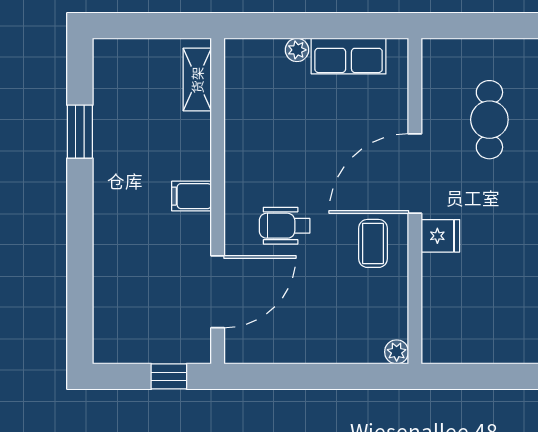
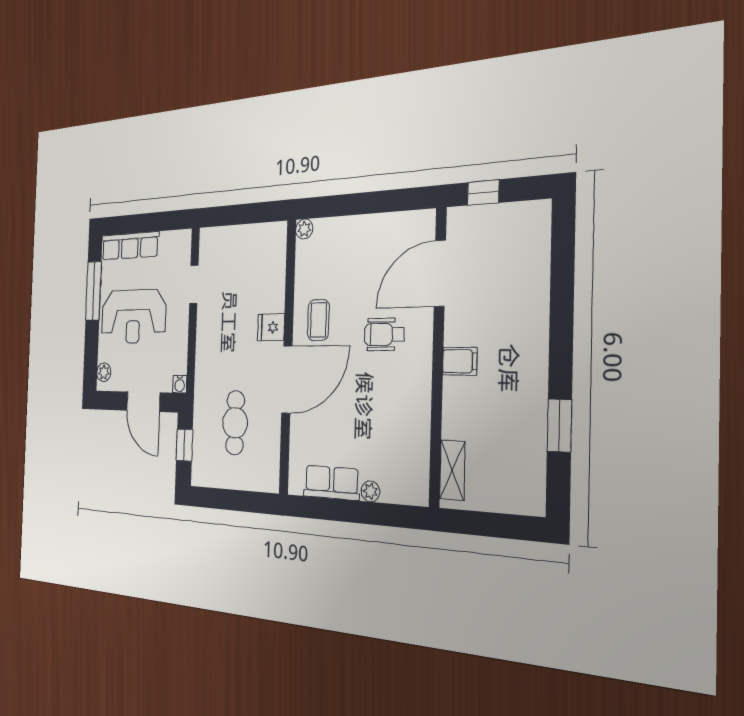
wheelchair: (285, 226) -> (384, 334), turned 180

